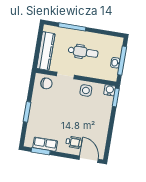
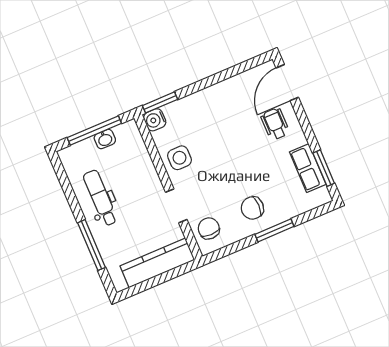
dental chair: (83, 52) -> (100, 198), moved
chair: (43, 108) -> (252, 208), added

